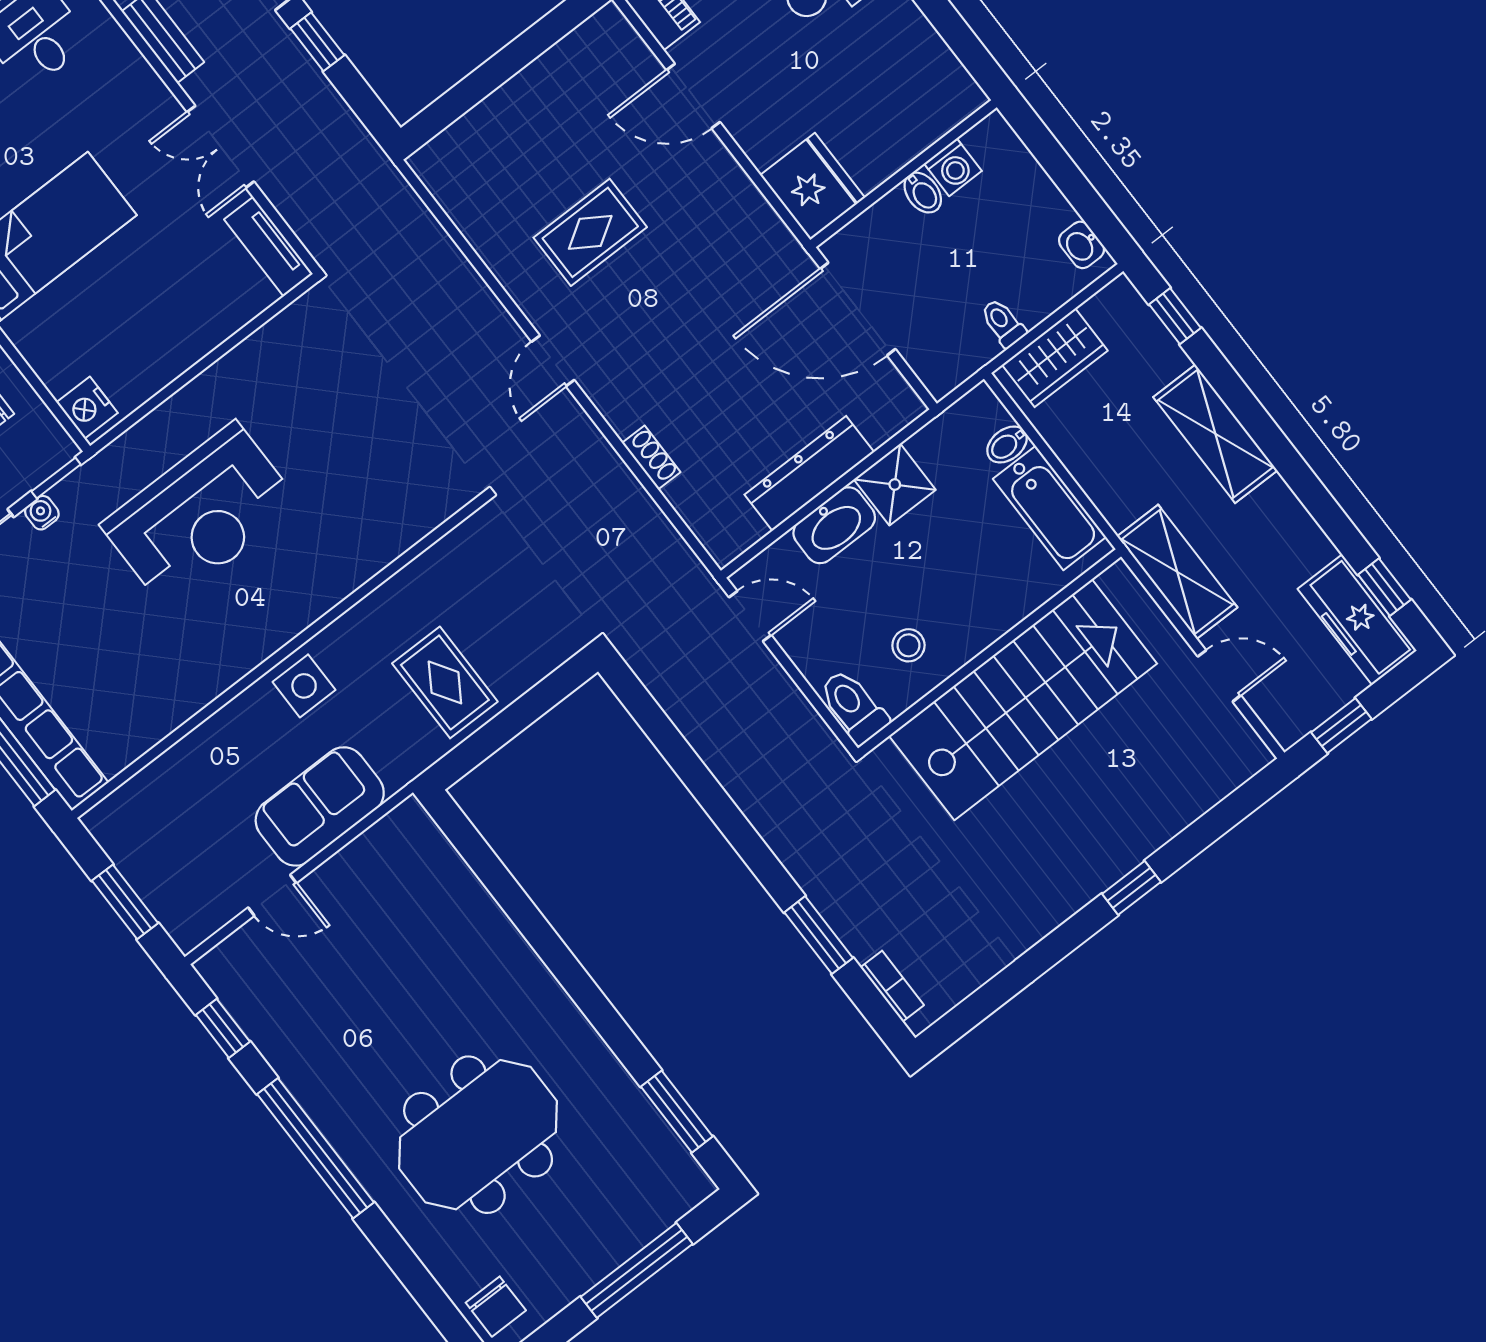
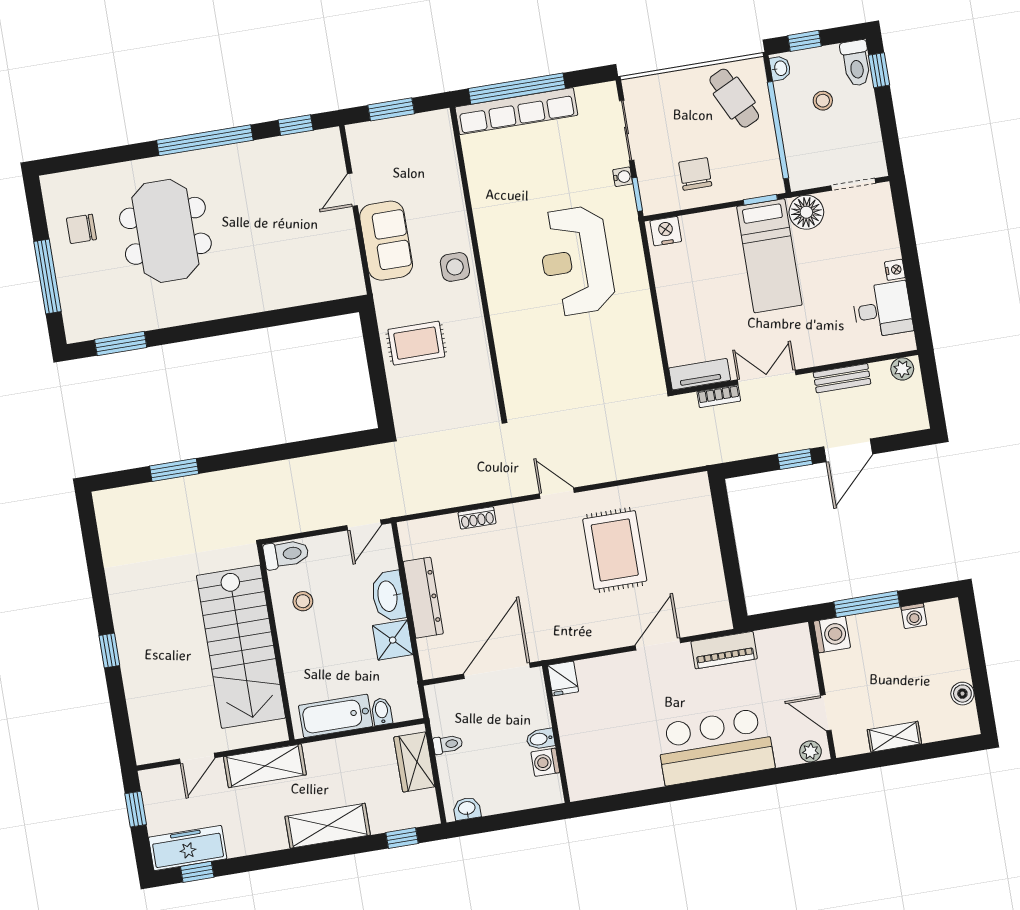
fridge: (813, 186) -> (563, 679), width x0.53, depth x0.75
rug: (590, 232) -> (615, 550), width x1.36, depth x1.43
bookcase: (892, 986) -> (719, 396), moved
chair: (496, 1307) -> (81, 229), moved

